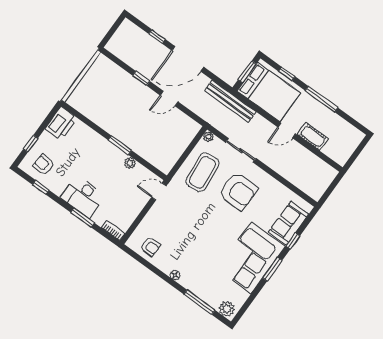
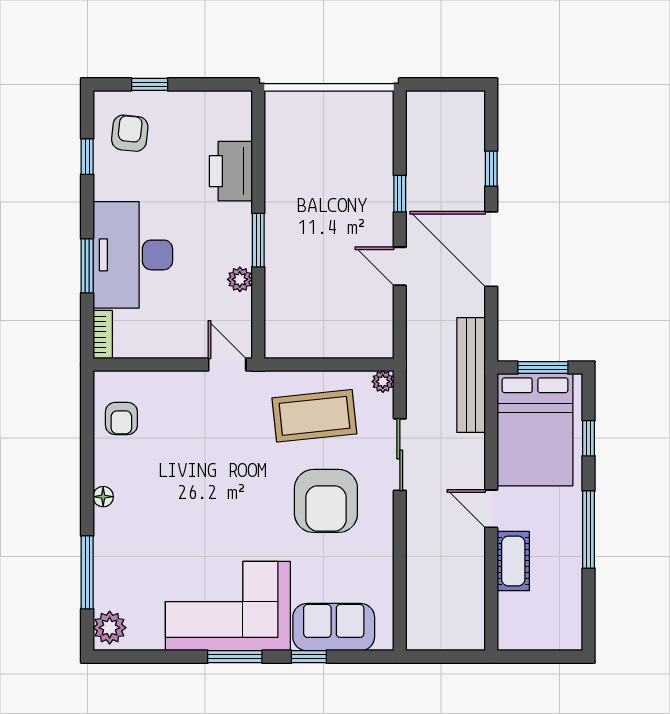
printer: (61, 123) -> (231, 171), moved, turned 90
desk: (83, 197) -> (133, 255), width x1.36, depth x1.30

